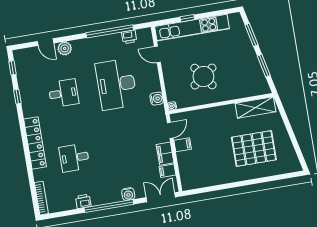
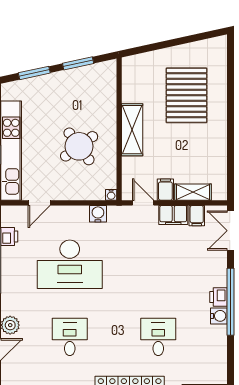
shelving: (255, 108) -> (132, 130), moved
desk: (74, 158) -> (158, 337), turned 180
shelving: (184, 165) -> (193, 192), added
water cooler: (128, 194) -> (219, 316), moved
printer: (83, 201) -> (218, 297), moved

